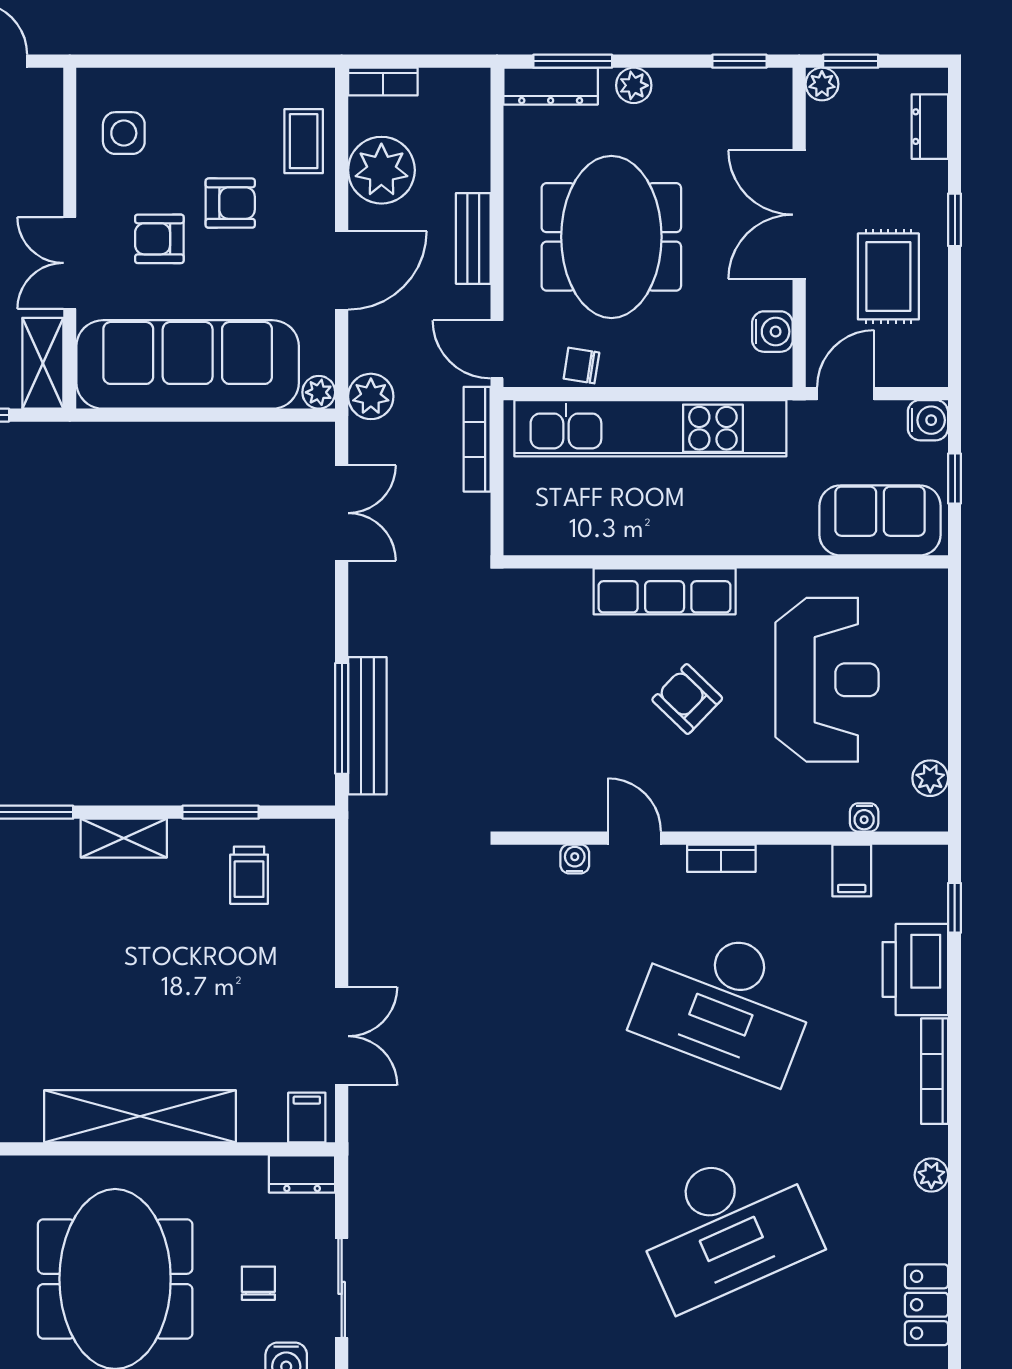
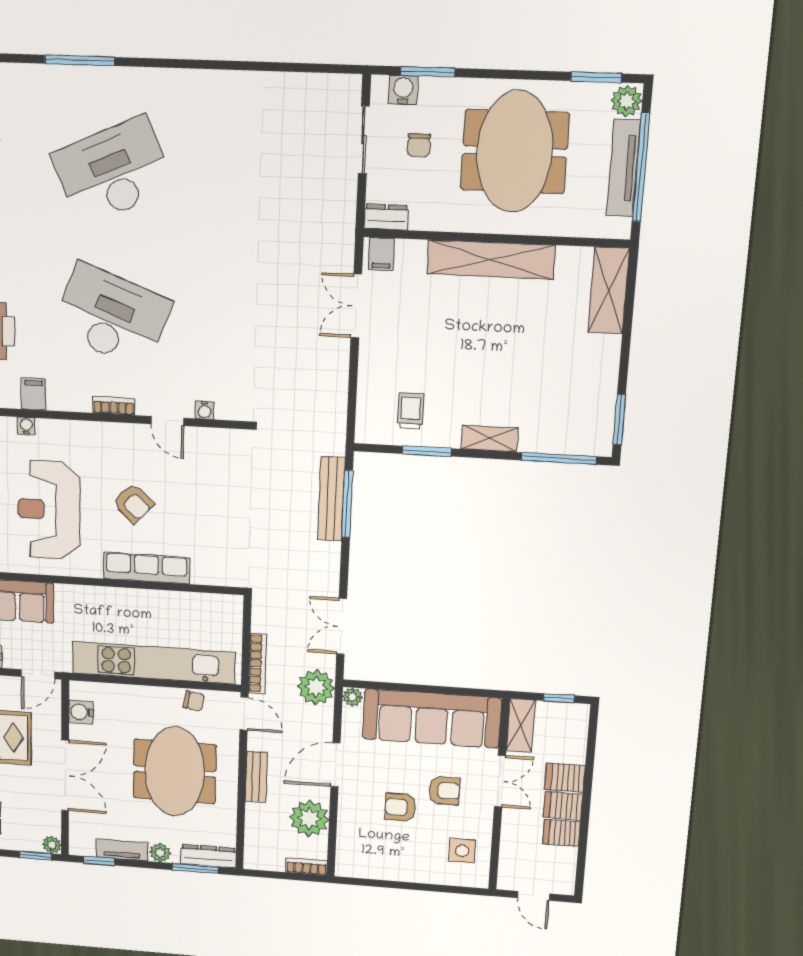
tv unit: (700, 85) -> (122, 850), added
coffee table: (304, 141) -> (355, 838), removed
plant: (371, 396) -> (316, 687), width x1.36, depth x1.36

